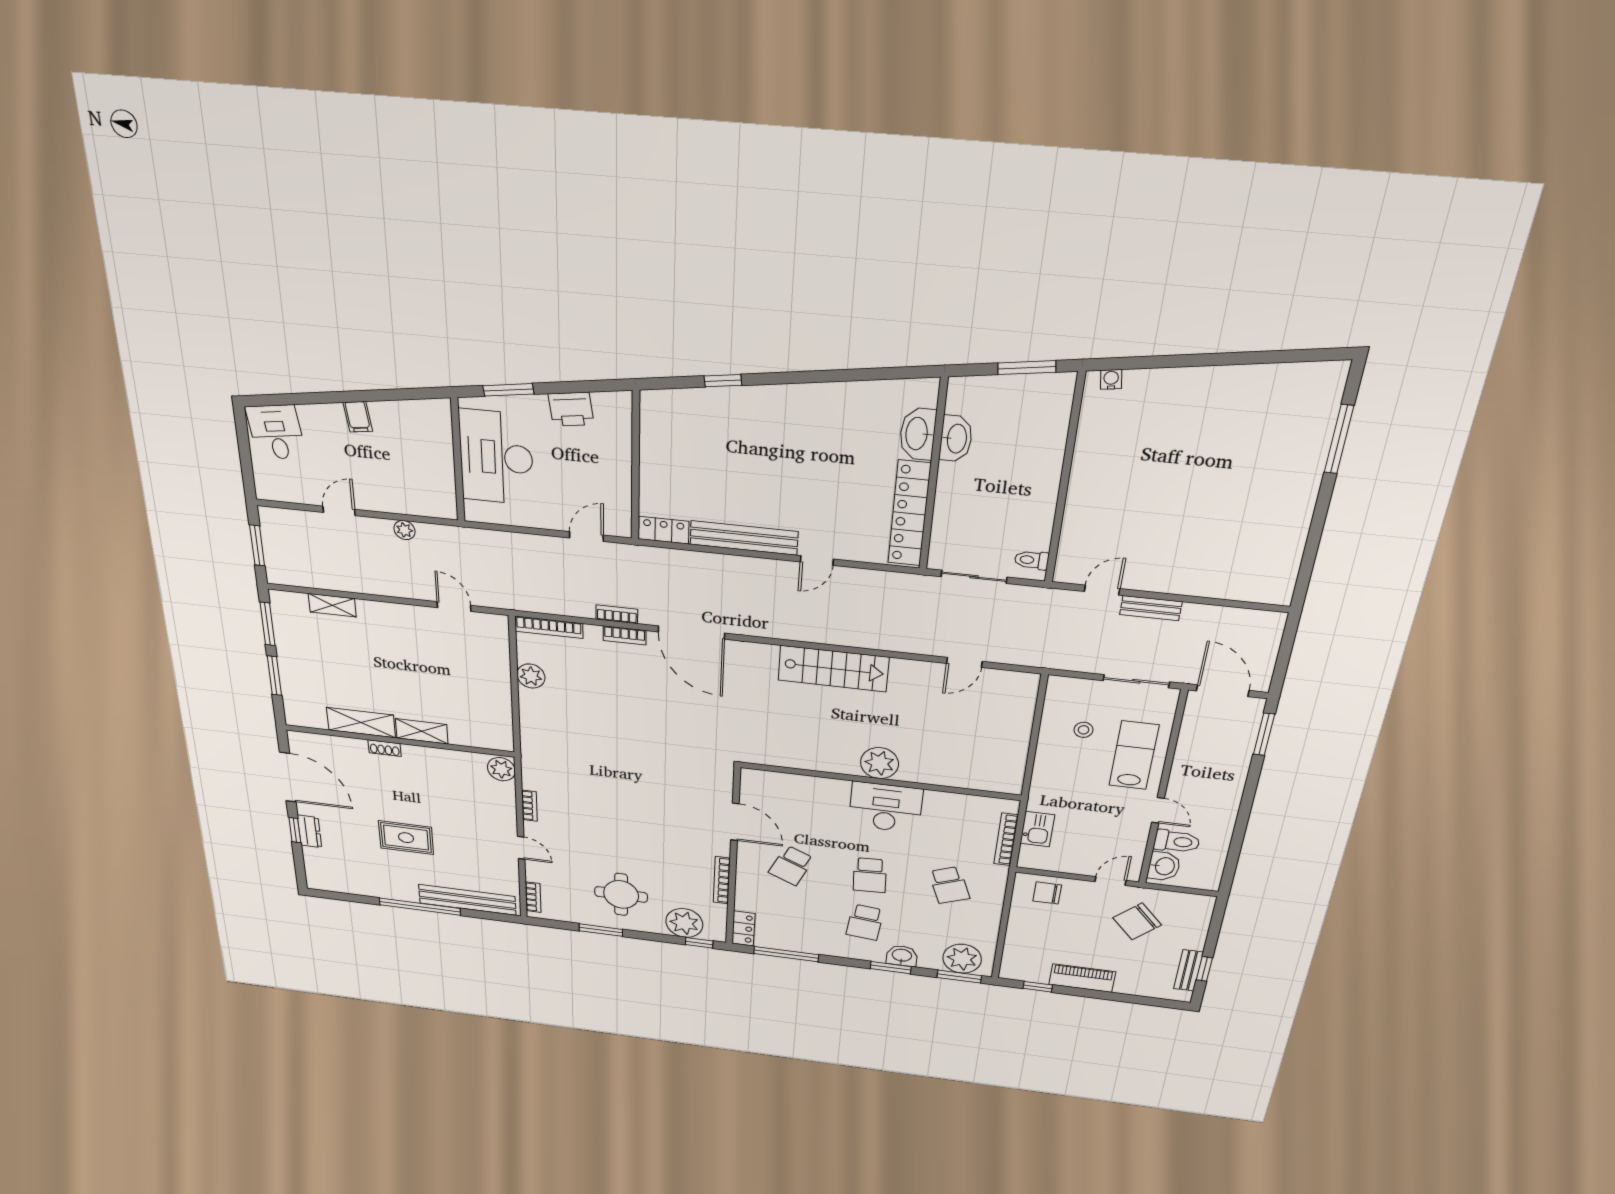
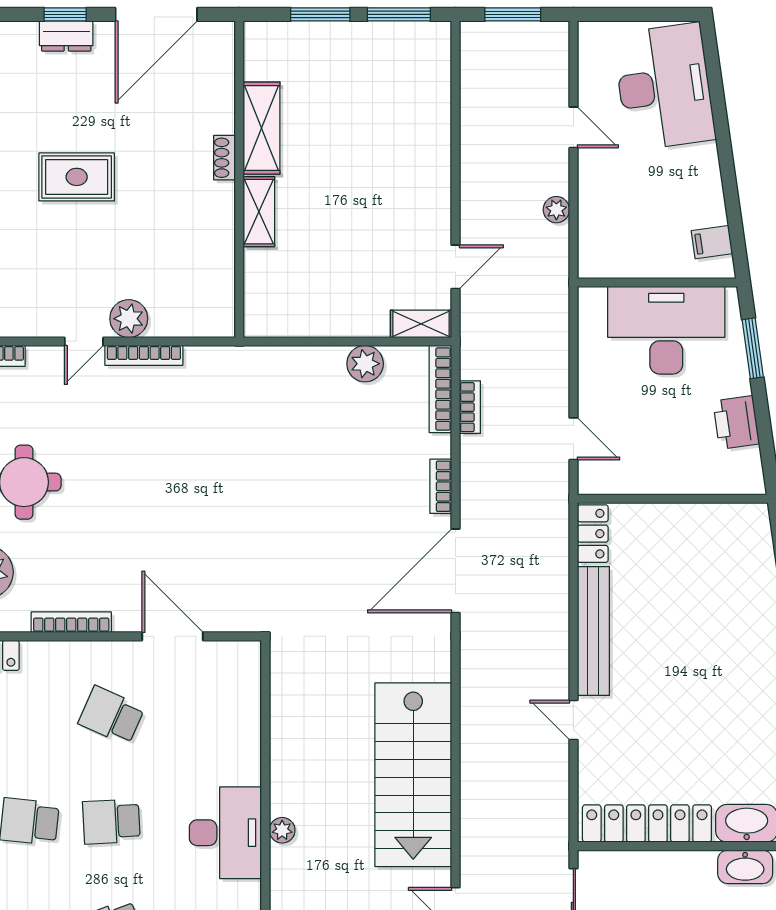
filing cabinet: (358, 417) -> (712, 242), moved
desk: (276, 432) -> (664, 87), width x1.87, depth x1.30
shelving: (332, 605) -> (421, 324), moved, turned 90
bookcase: (617, 614) -> (470, 407), moved
stairs: (833, 669) -> (413, 775), width x1.36, depth x1.51
plant: (879, 763) -> (282, 830), width x0.53, depth x0.53
plant: (501, 769) -> (129, 319), moved
bookcase: (529, 806) -> (144, 355), width x1.56
door: (735, 822) -> (173, 636), swing flipped
rug: (406, 838) -> (77, 177), turned 90

